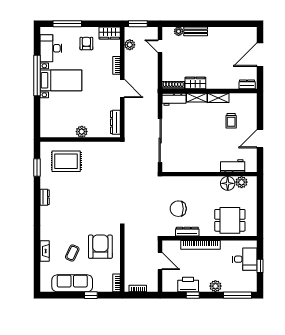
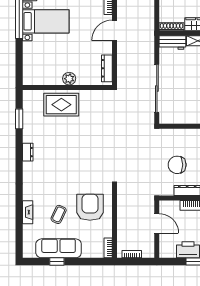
door: (122, 88) -> (114, 30), swing flipped
rug: (66, 161) -> (61, 105), moved
window: (91, 295) -> (57, 262), moved

